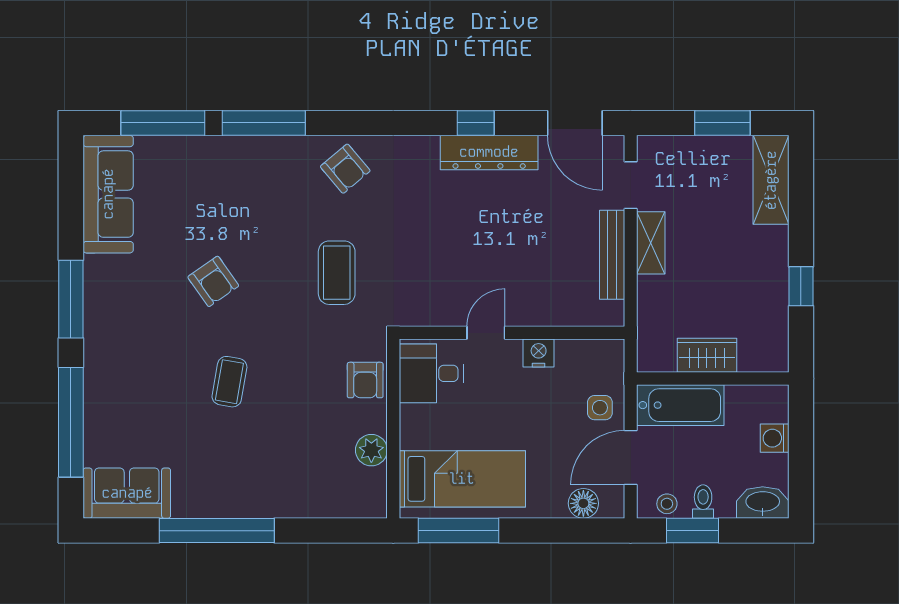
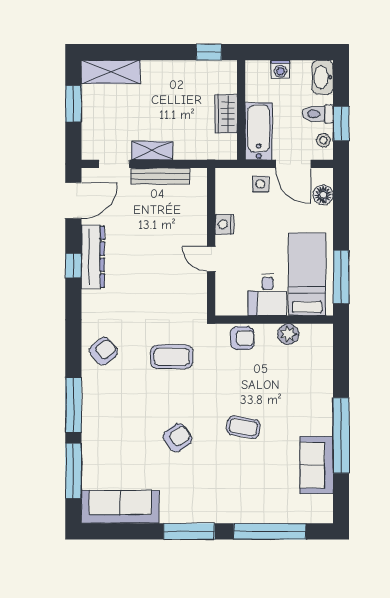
window: (801, 286) -> (209, 52), moved
desk: (431, 373) -> (268, 295), moved
sofa: (127, 493) -> (316, 465), moved
toilet: (703, 502) -> (318, 114), width x1.37, depth x1.39

